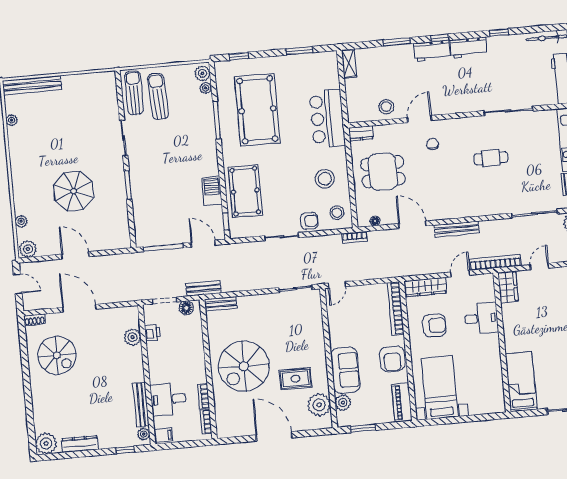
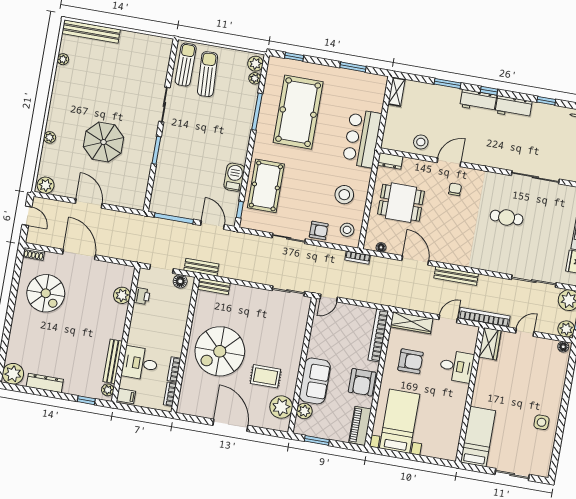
plant: (21, 221) -> (50, 137), moved

